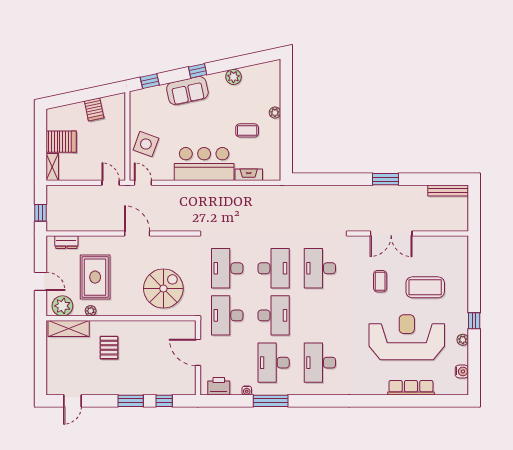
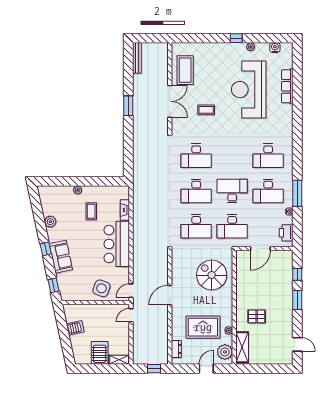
desk: (274, 268) -> (196, 191), turned 180
coffee table: (425, 287) -> (185, 70), moved

